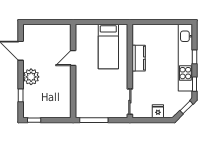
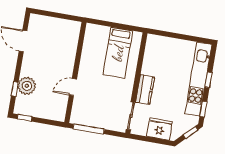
door: (73, 58) -> (73, 87), moved
kitchen counter: (139, 58) -> (145, 89), moved
plant: (31, 77) -> (27, 86), moved
fridge: (158, 111) -> (159, 129), width x1.88, depth x1.34

